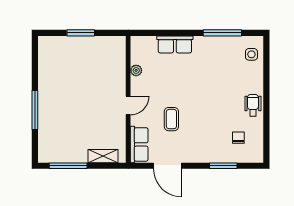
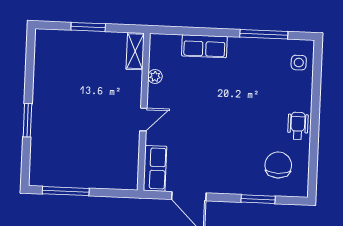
window: (35, 110) -> (27, 120), width x0.69
coffee table: (171, 119) -> (196, 139), removed
chair: (238, 138) -> (278, 165), width x1.87, depth x1.87
shelving: (103, 156) -> (135, 51), moved, turned 90

